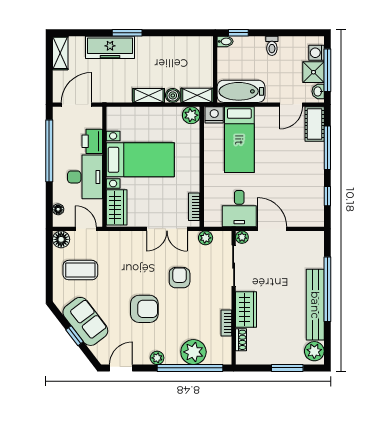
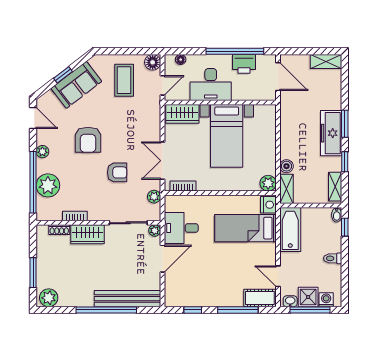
window: (168, 33) -> (345, 162), added
freezer: (110, 47) -> (331, 133), moved
shelving: (149, 95) -> (335, 187), moved
printer: (92, 141) -> (244, 64), moved, turned 180
bench: (315, 305) -> (127, 299), moved

